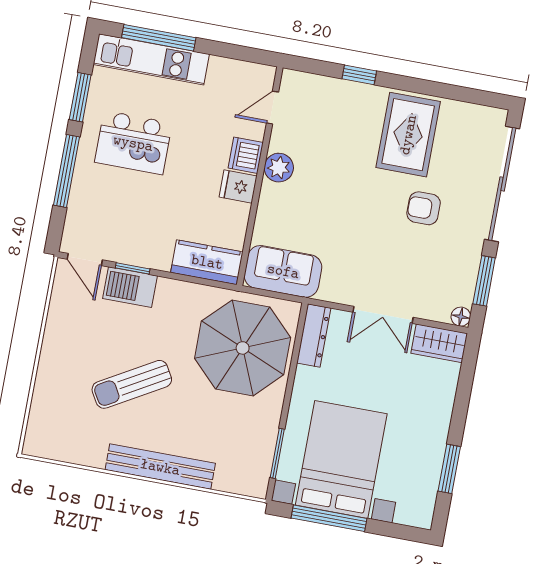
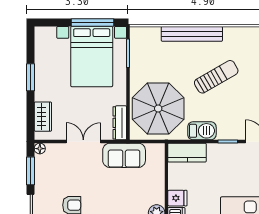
sofa: (283, 271) -> (124, 155), moved
barbecue: (130, 287) -> (202, 131), moved
wardrobe: (439, 343) -> (43, 117), moved, turned 90
window: (449, 469) -> (30, 77), moved

